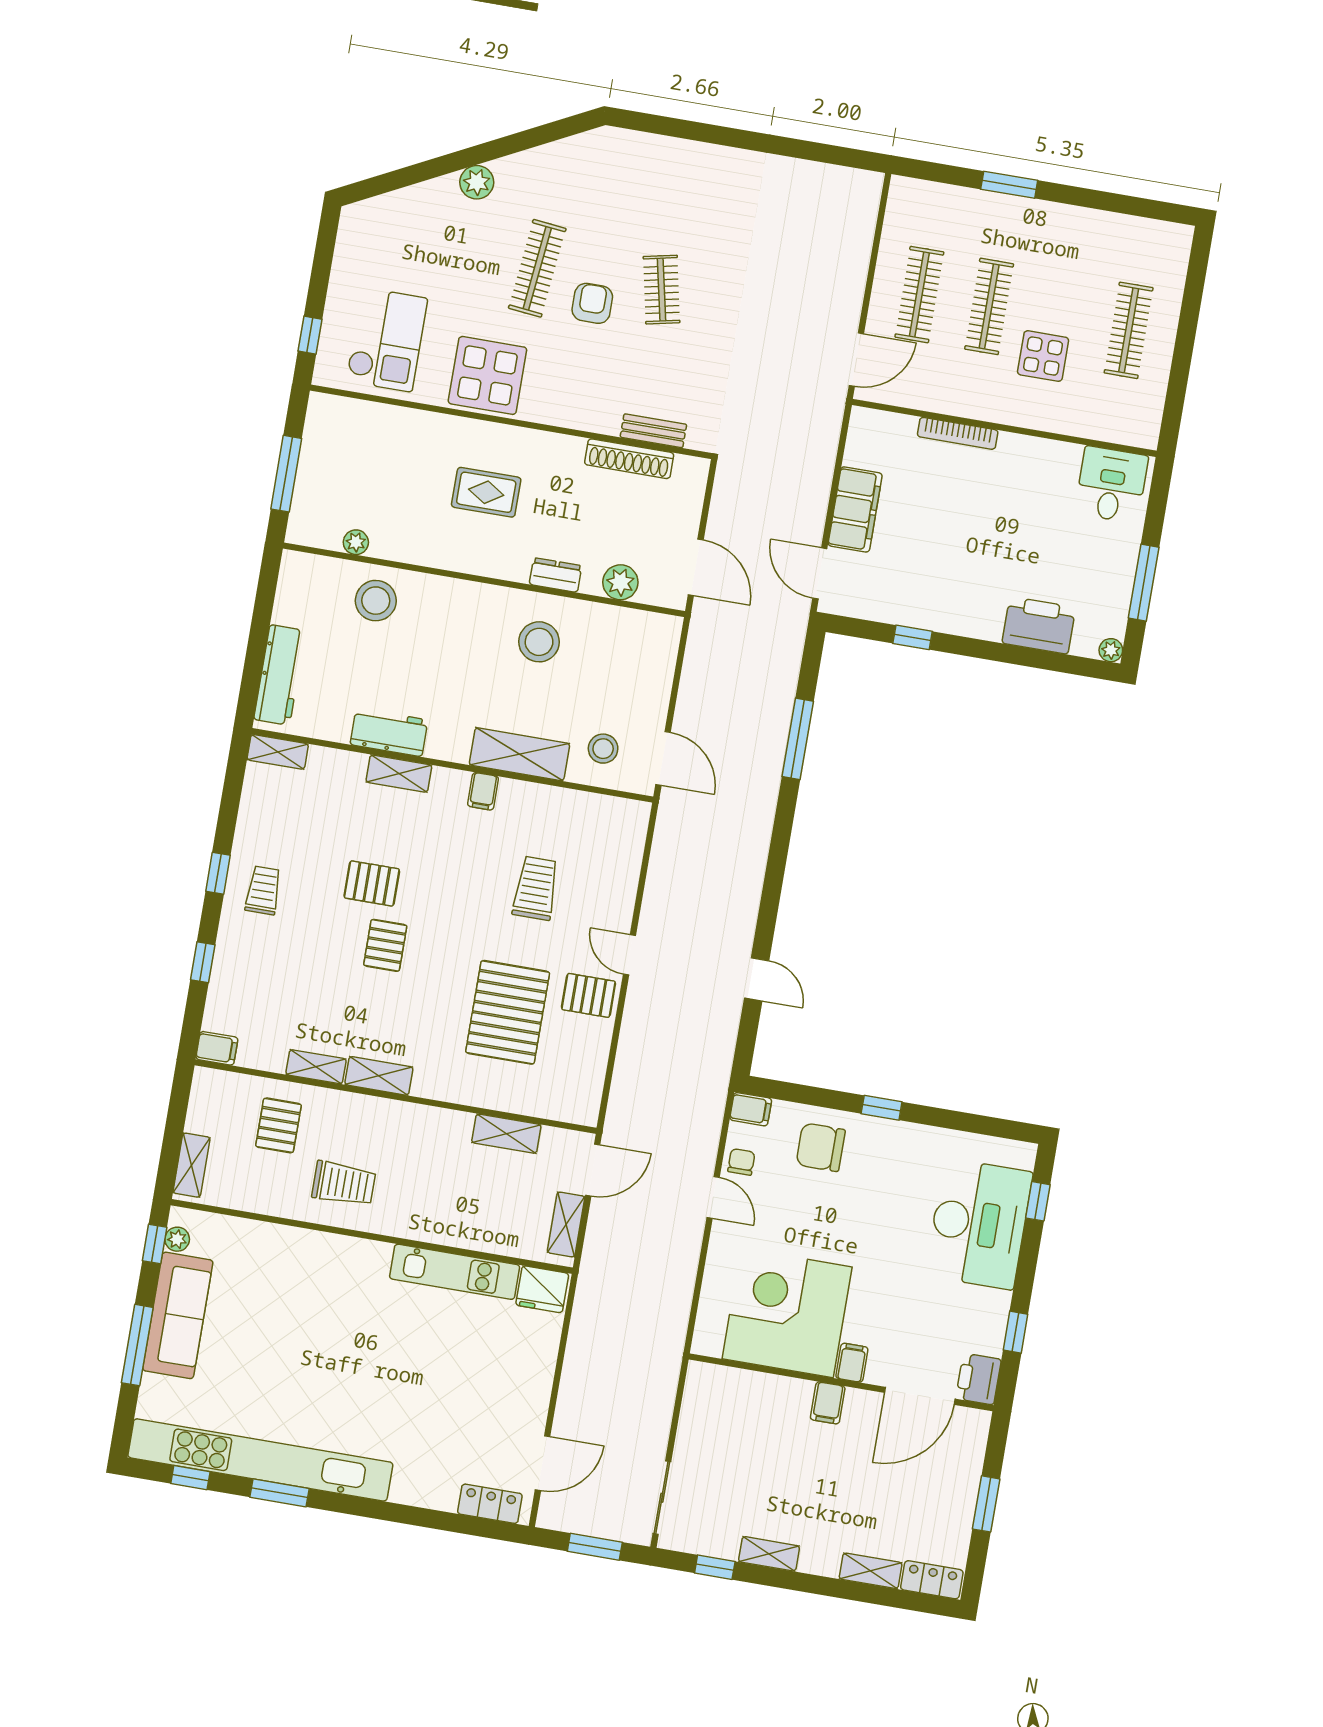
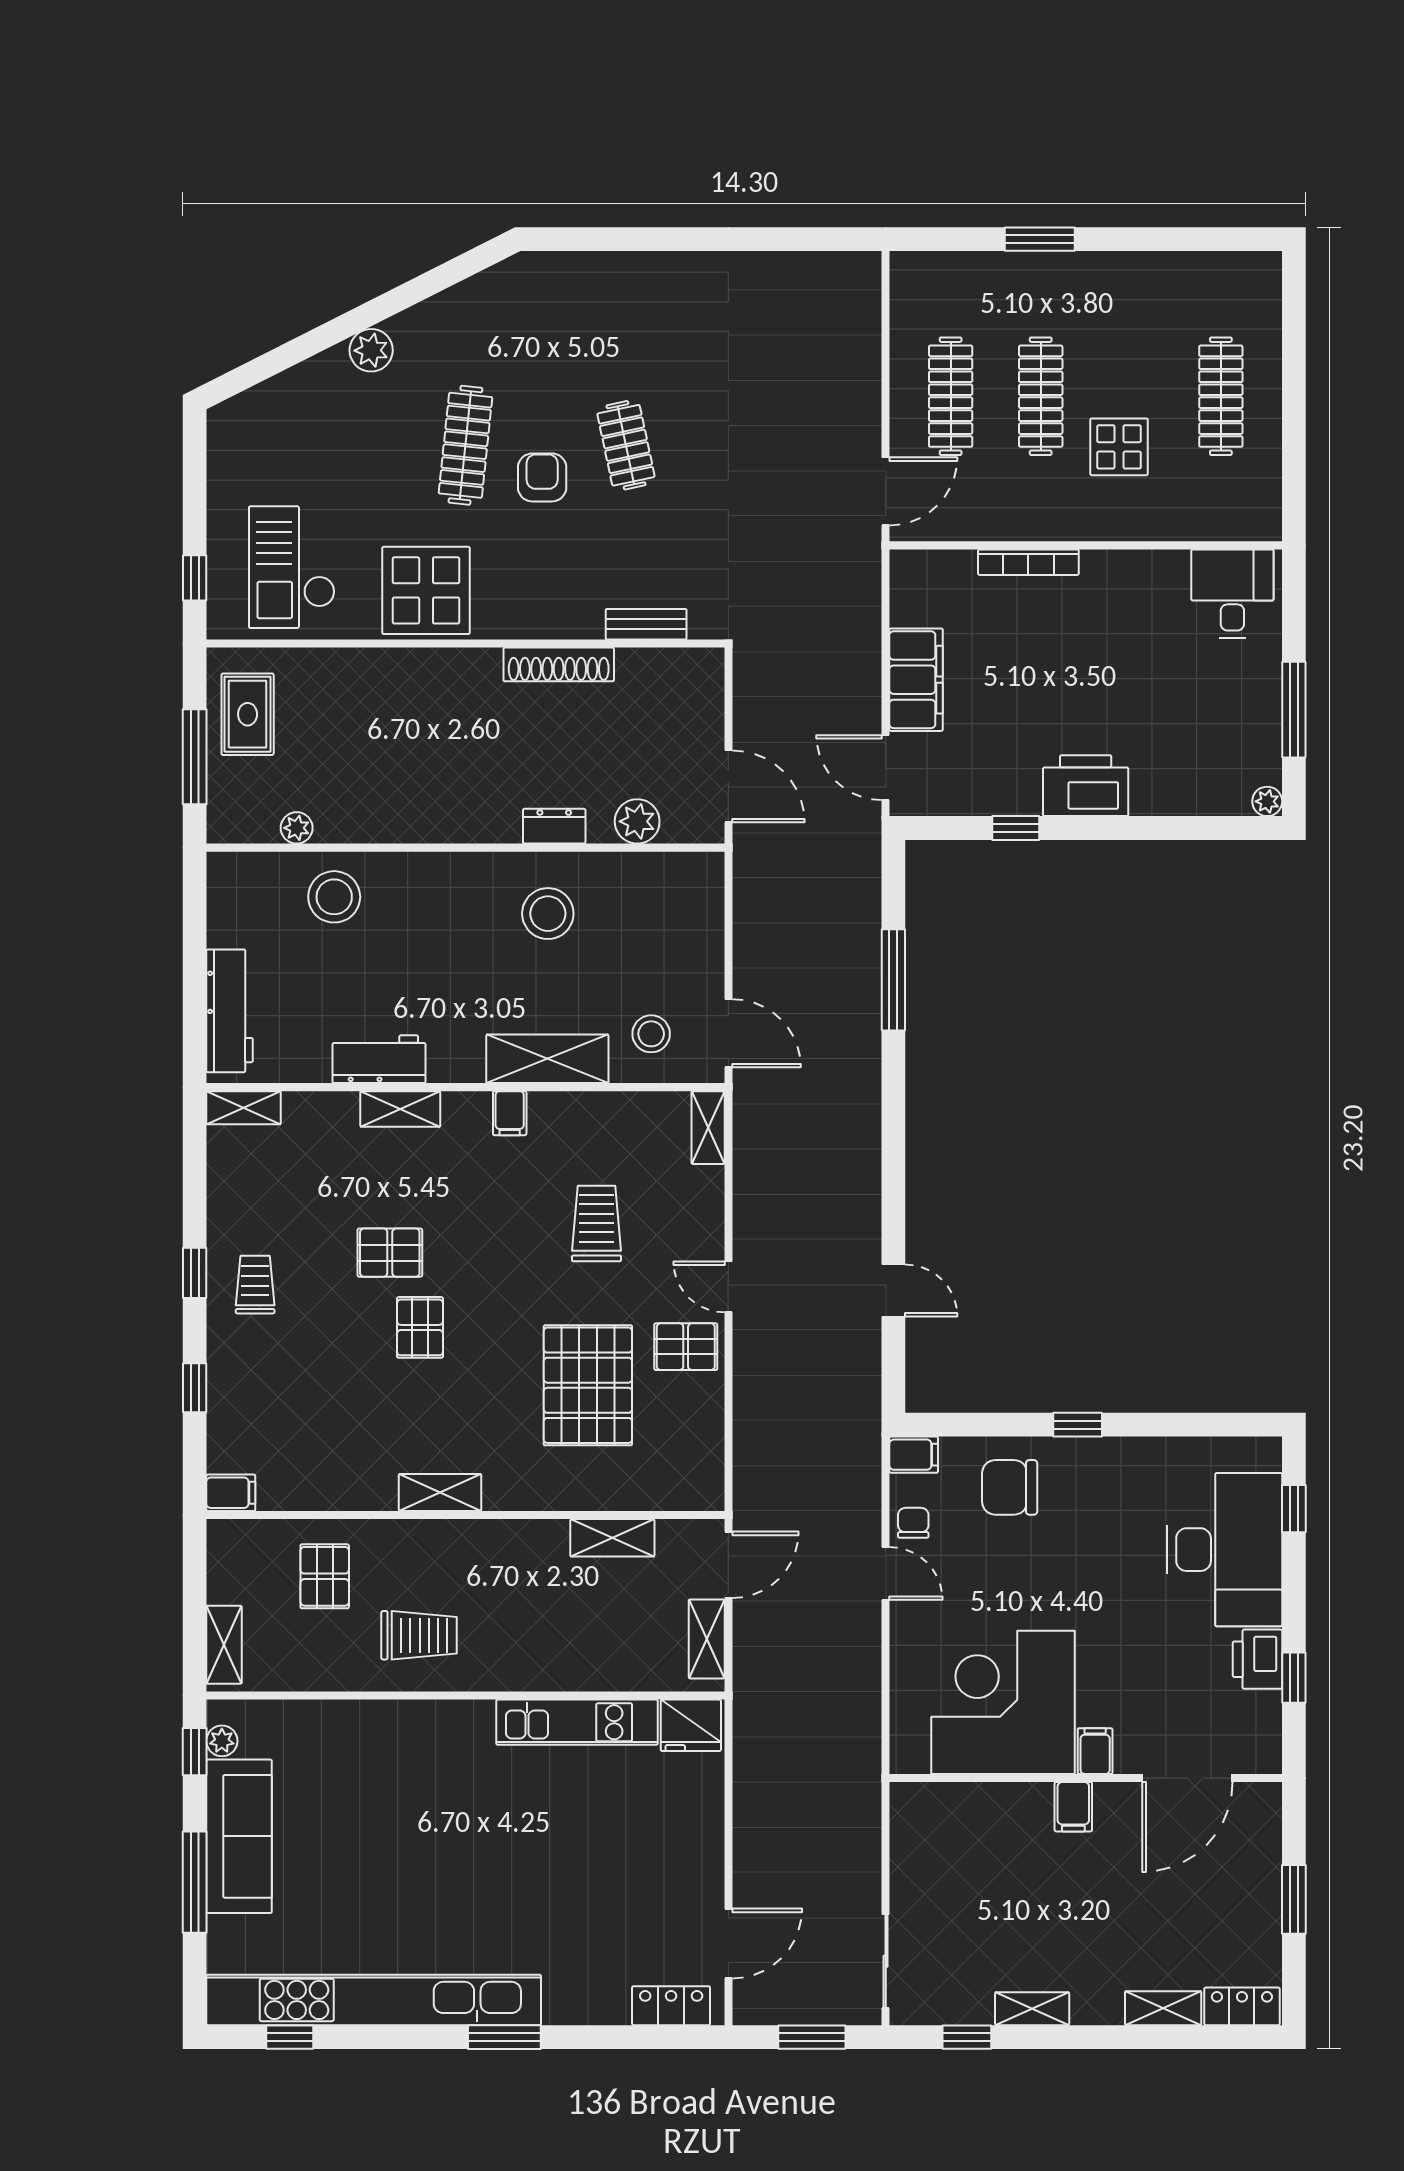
checkout: (387, 340) -> (292, 567), turned 180
shoe rack: (629, 459) -> (559, 664), moved
rug: (486, 492) -> (248, 714), moved, turned 90
printer: (1039, 625) -> (1086, 786), moved
shelving: (316, 1067) -> (708, 1128), moved, turned 90
printer: (978, 1379) -> (1257, 1659), moved
window: (280, 1493) -> (504, 2037), moved

